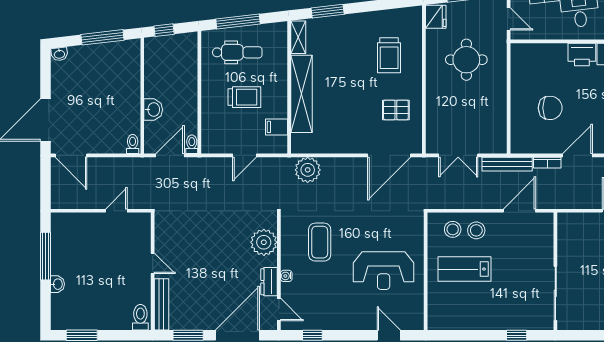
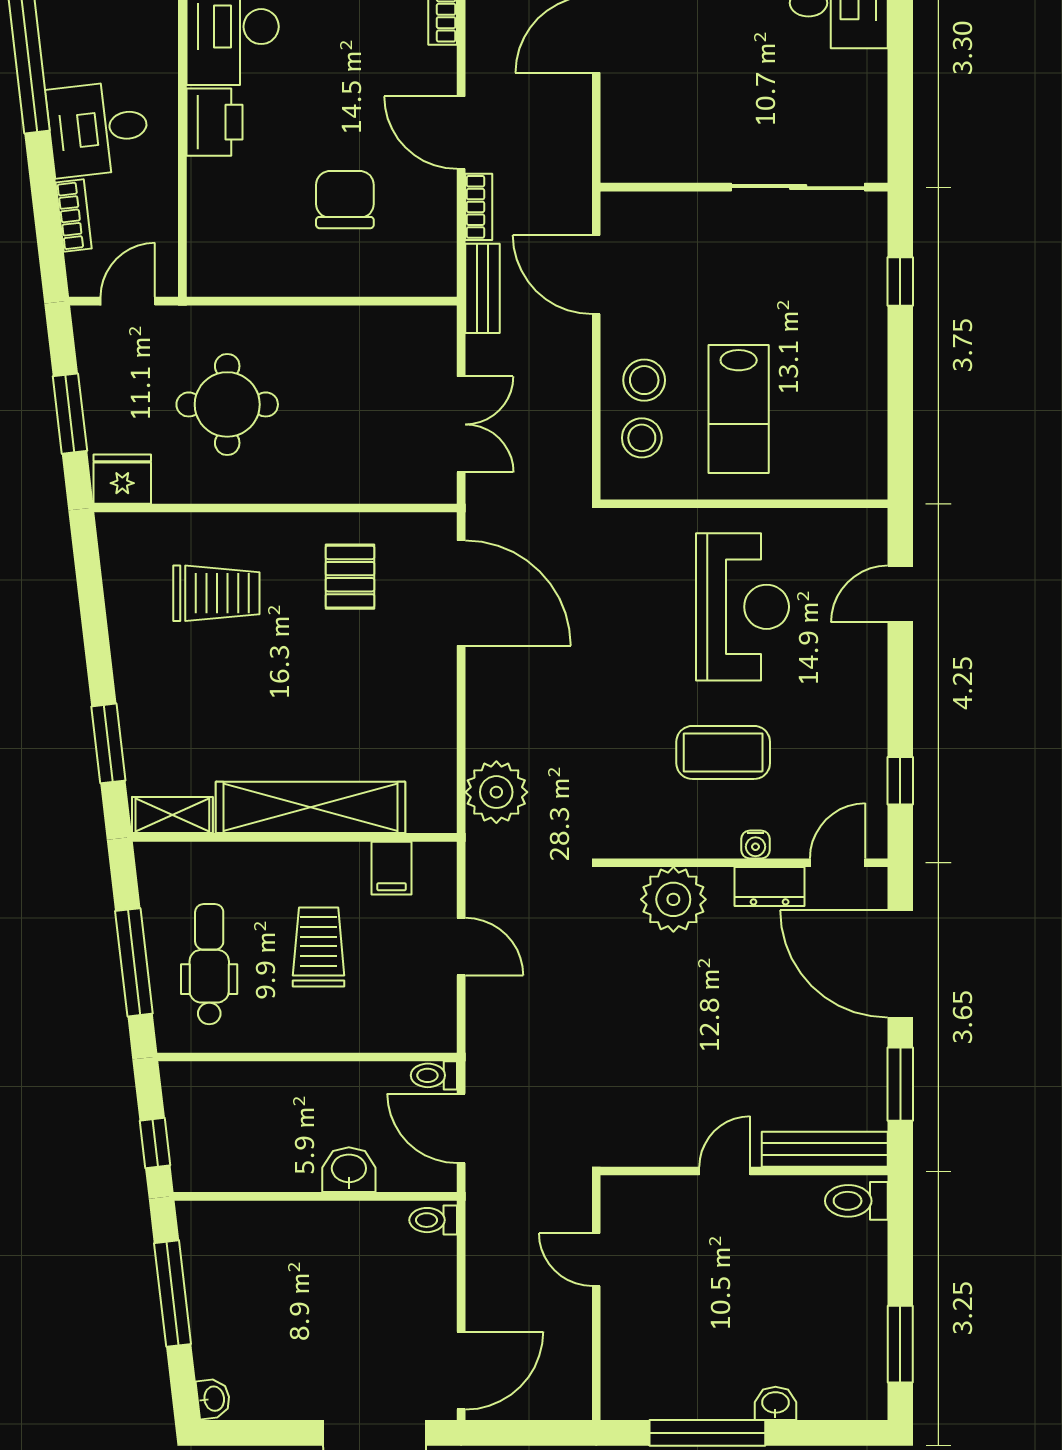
bench: (507, 164) -> (482, 288), width x0.73
coffee table: (320, 242) -> (723, 752), moved

